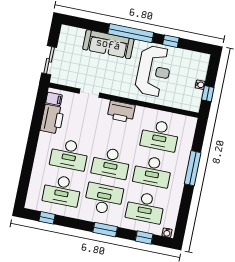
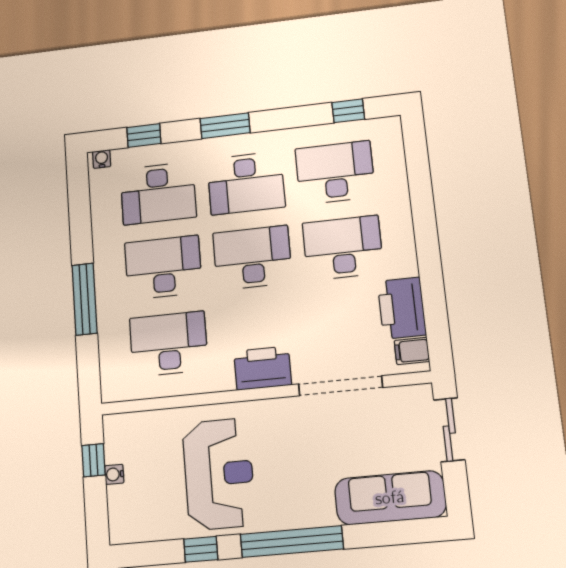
sofa: (108, 44) -> (390, 498), moved
reception desk: (154, 71) -> (219, 474), turned 180
doorway: (89, 93) -> (341, 386), width x1.88
desk: (145, 207) -> (158, 193), turned 180

